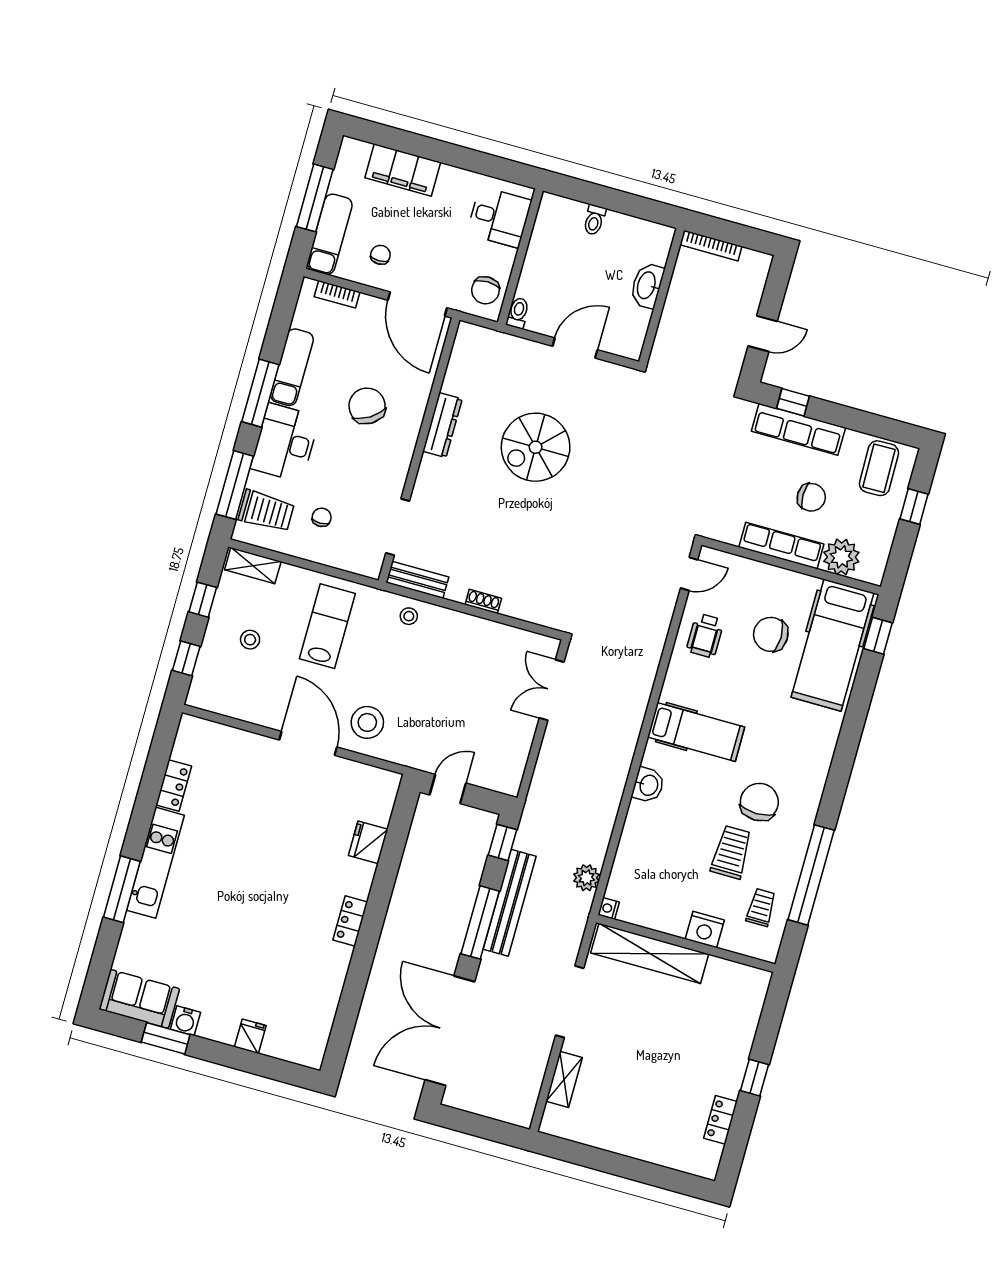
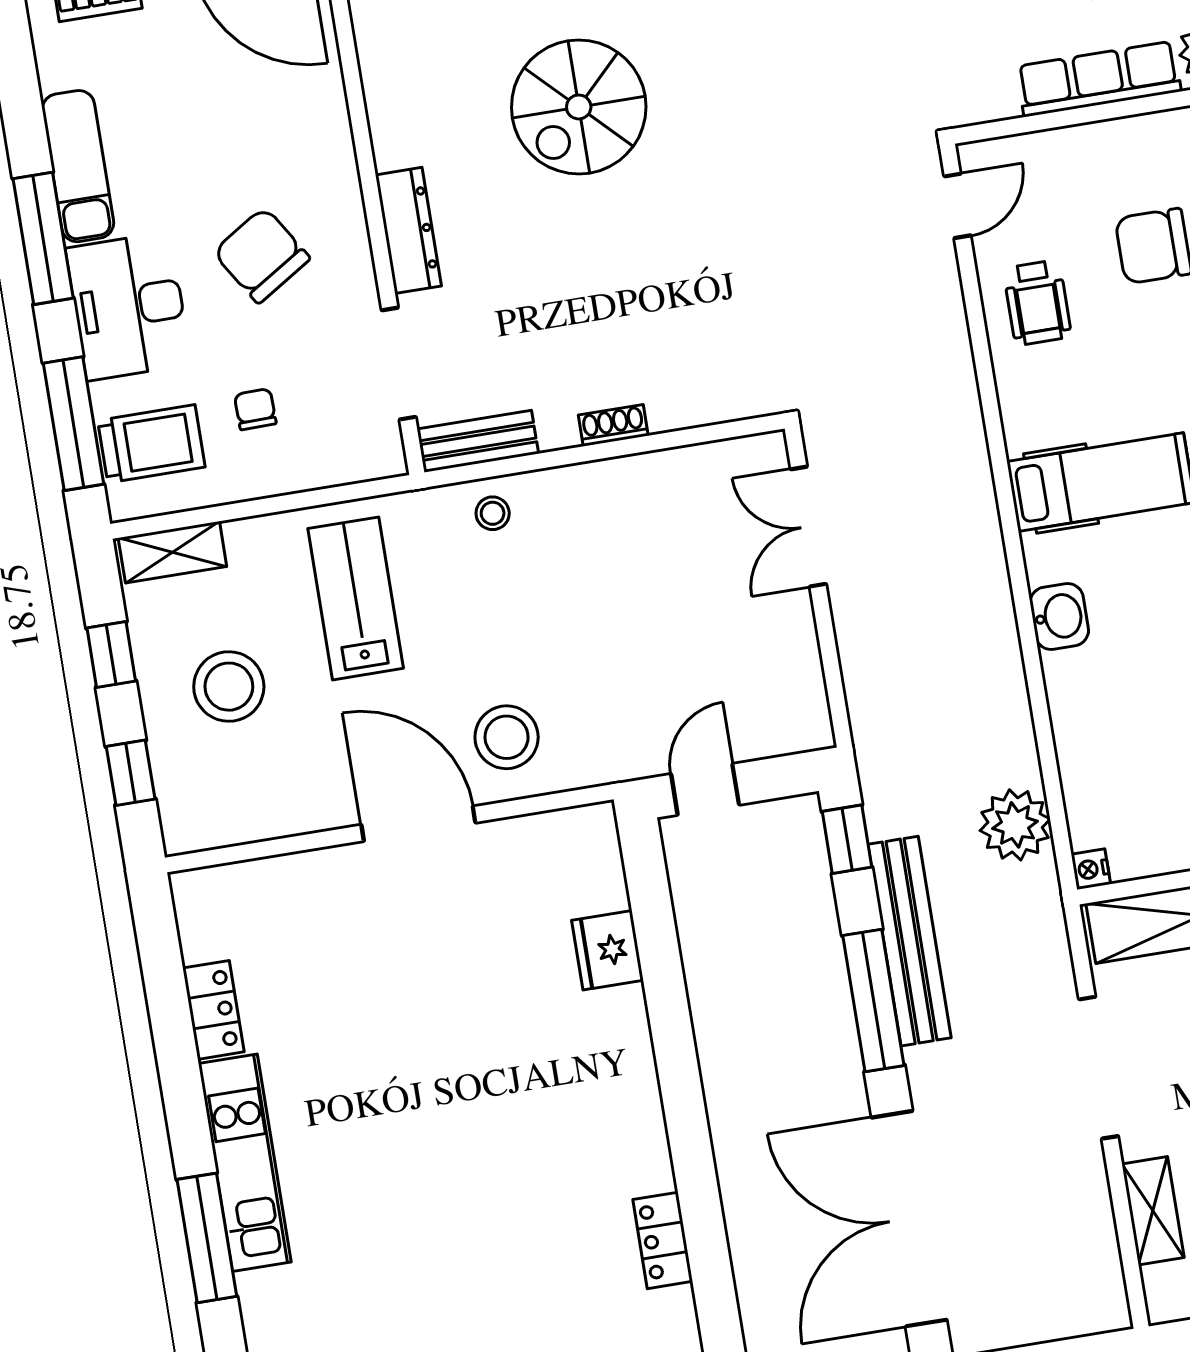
chair: (367, 406) -> (262, 255), moved
dresser: (442, 425) -> (408, 230), moved
stool: (250, 640) -> (229, 687), width x1.89, depth x1.89
plant: (586, 878) -> (1015, 825), width x1.36, depth x1.36
locker: (350, 921) -> (663, 1240), moved

